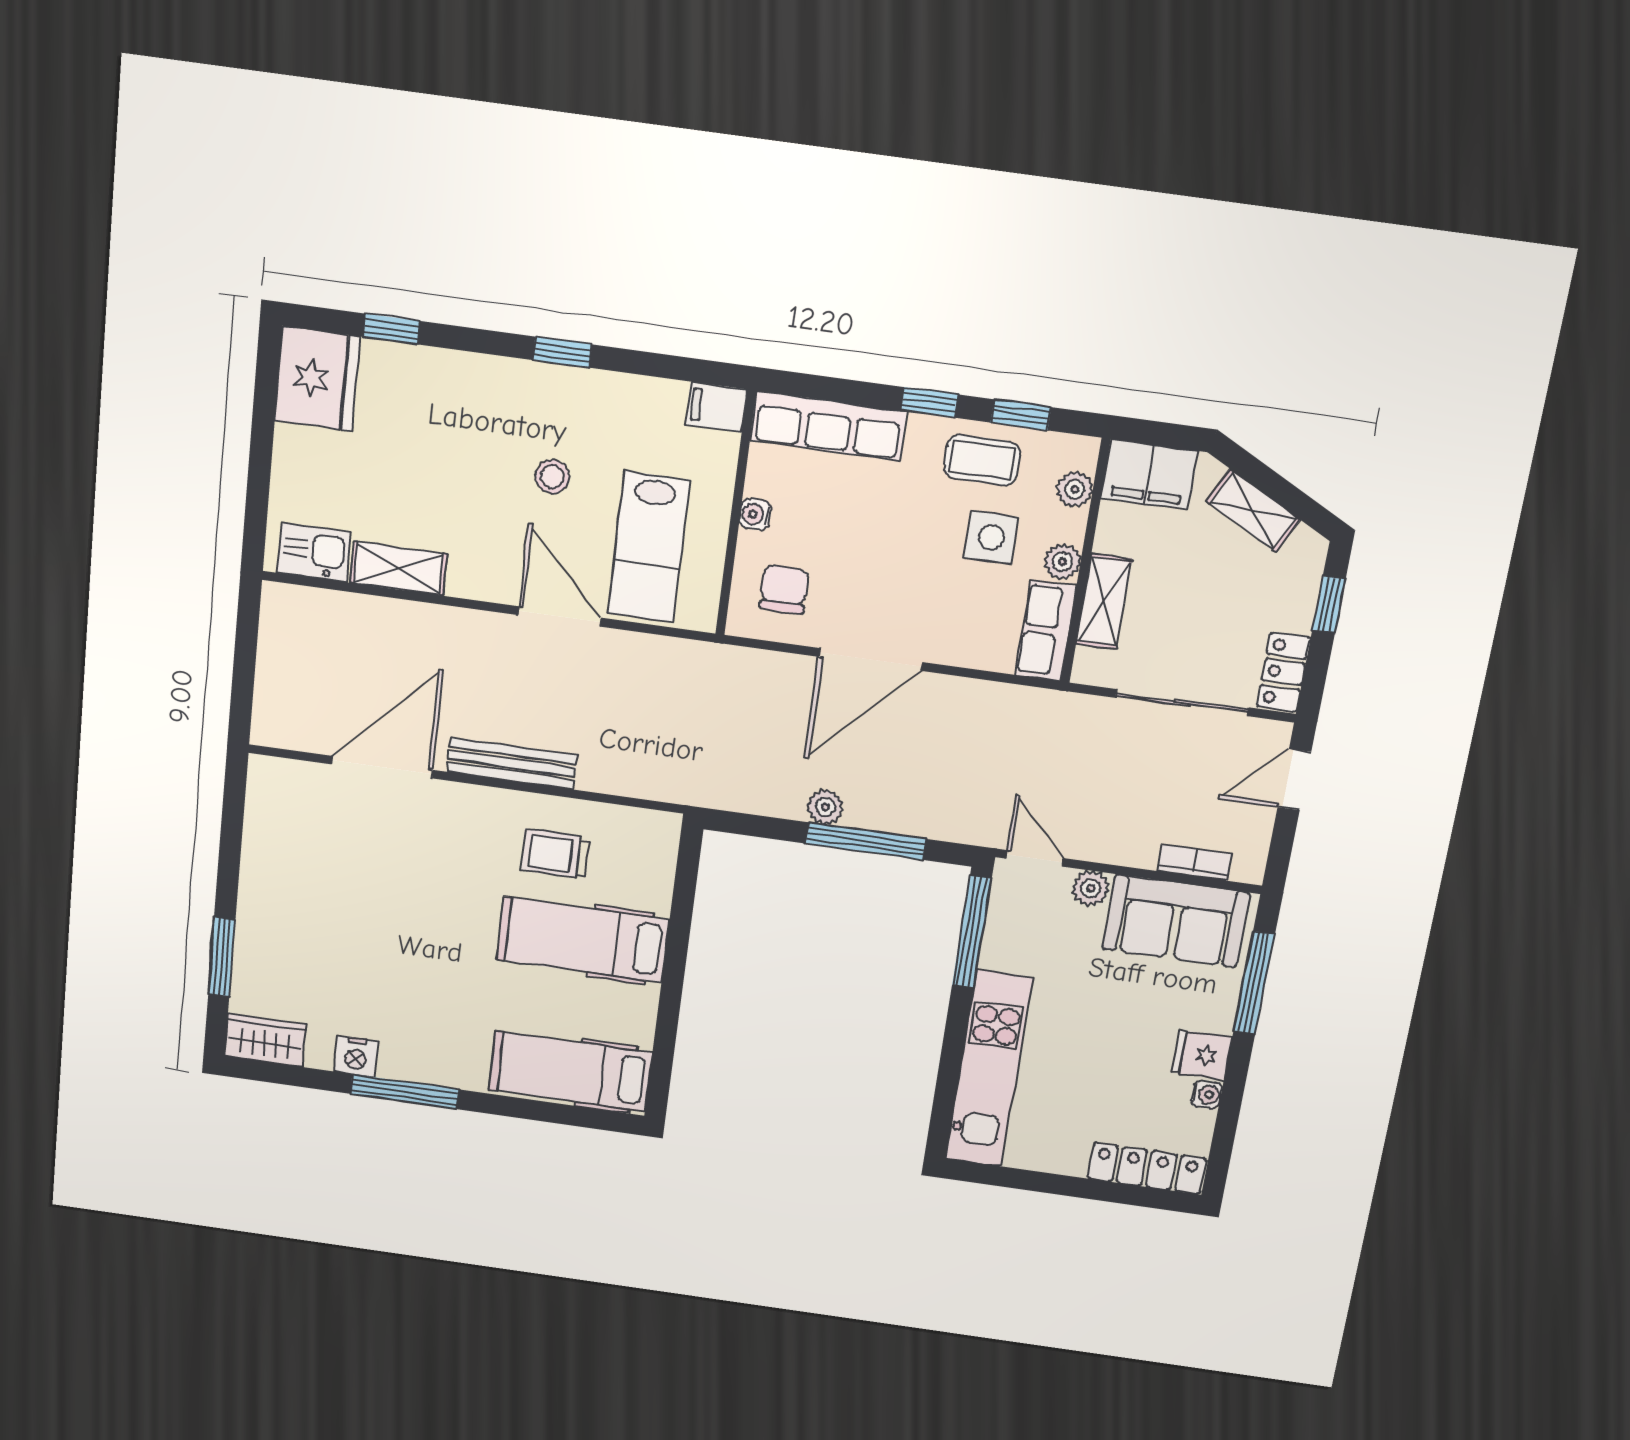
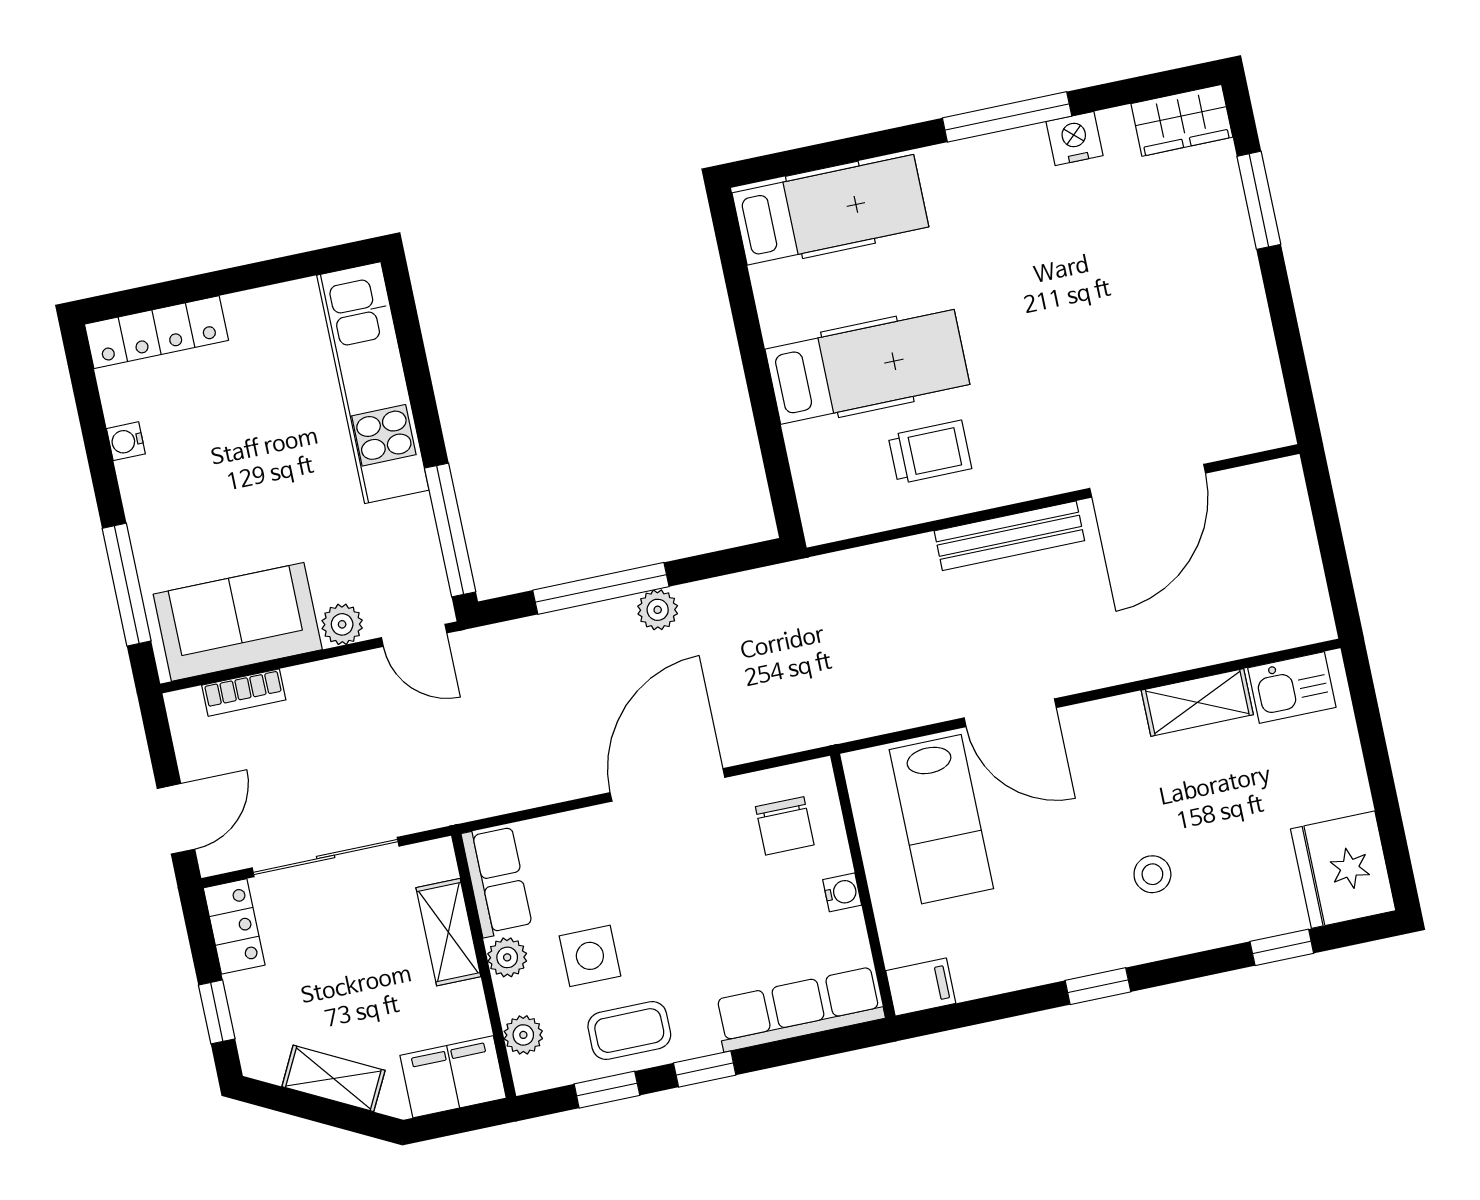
stool: (552, 477) -> (1152, 874), moved
lab bench: (649, 547) -> (941, 819), turned 180
fridge: (1202, 1055) -> (150, 484), removed

